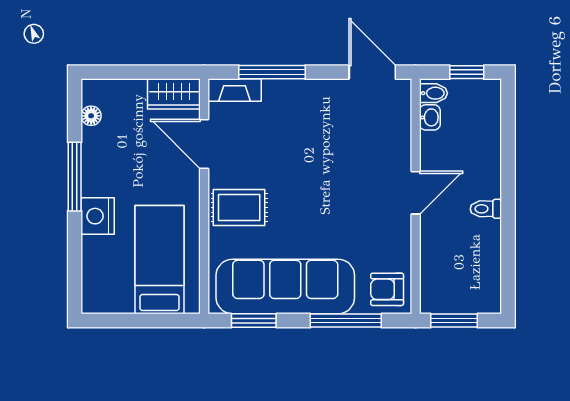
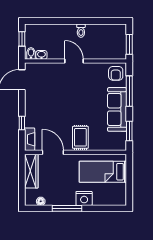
window: (272, 72) -> (22, 123), width x0.46
wardrobe: (174, 94) -> (31, 171), width x1.50
door: (204, 144) -> (53, 152), swing flipped
sofa: (285, 287) -> (117, 109), width x0.74, depth x0.79

